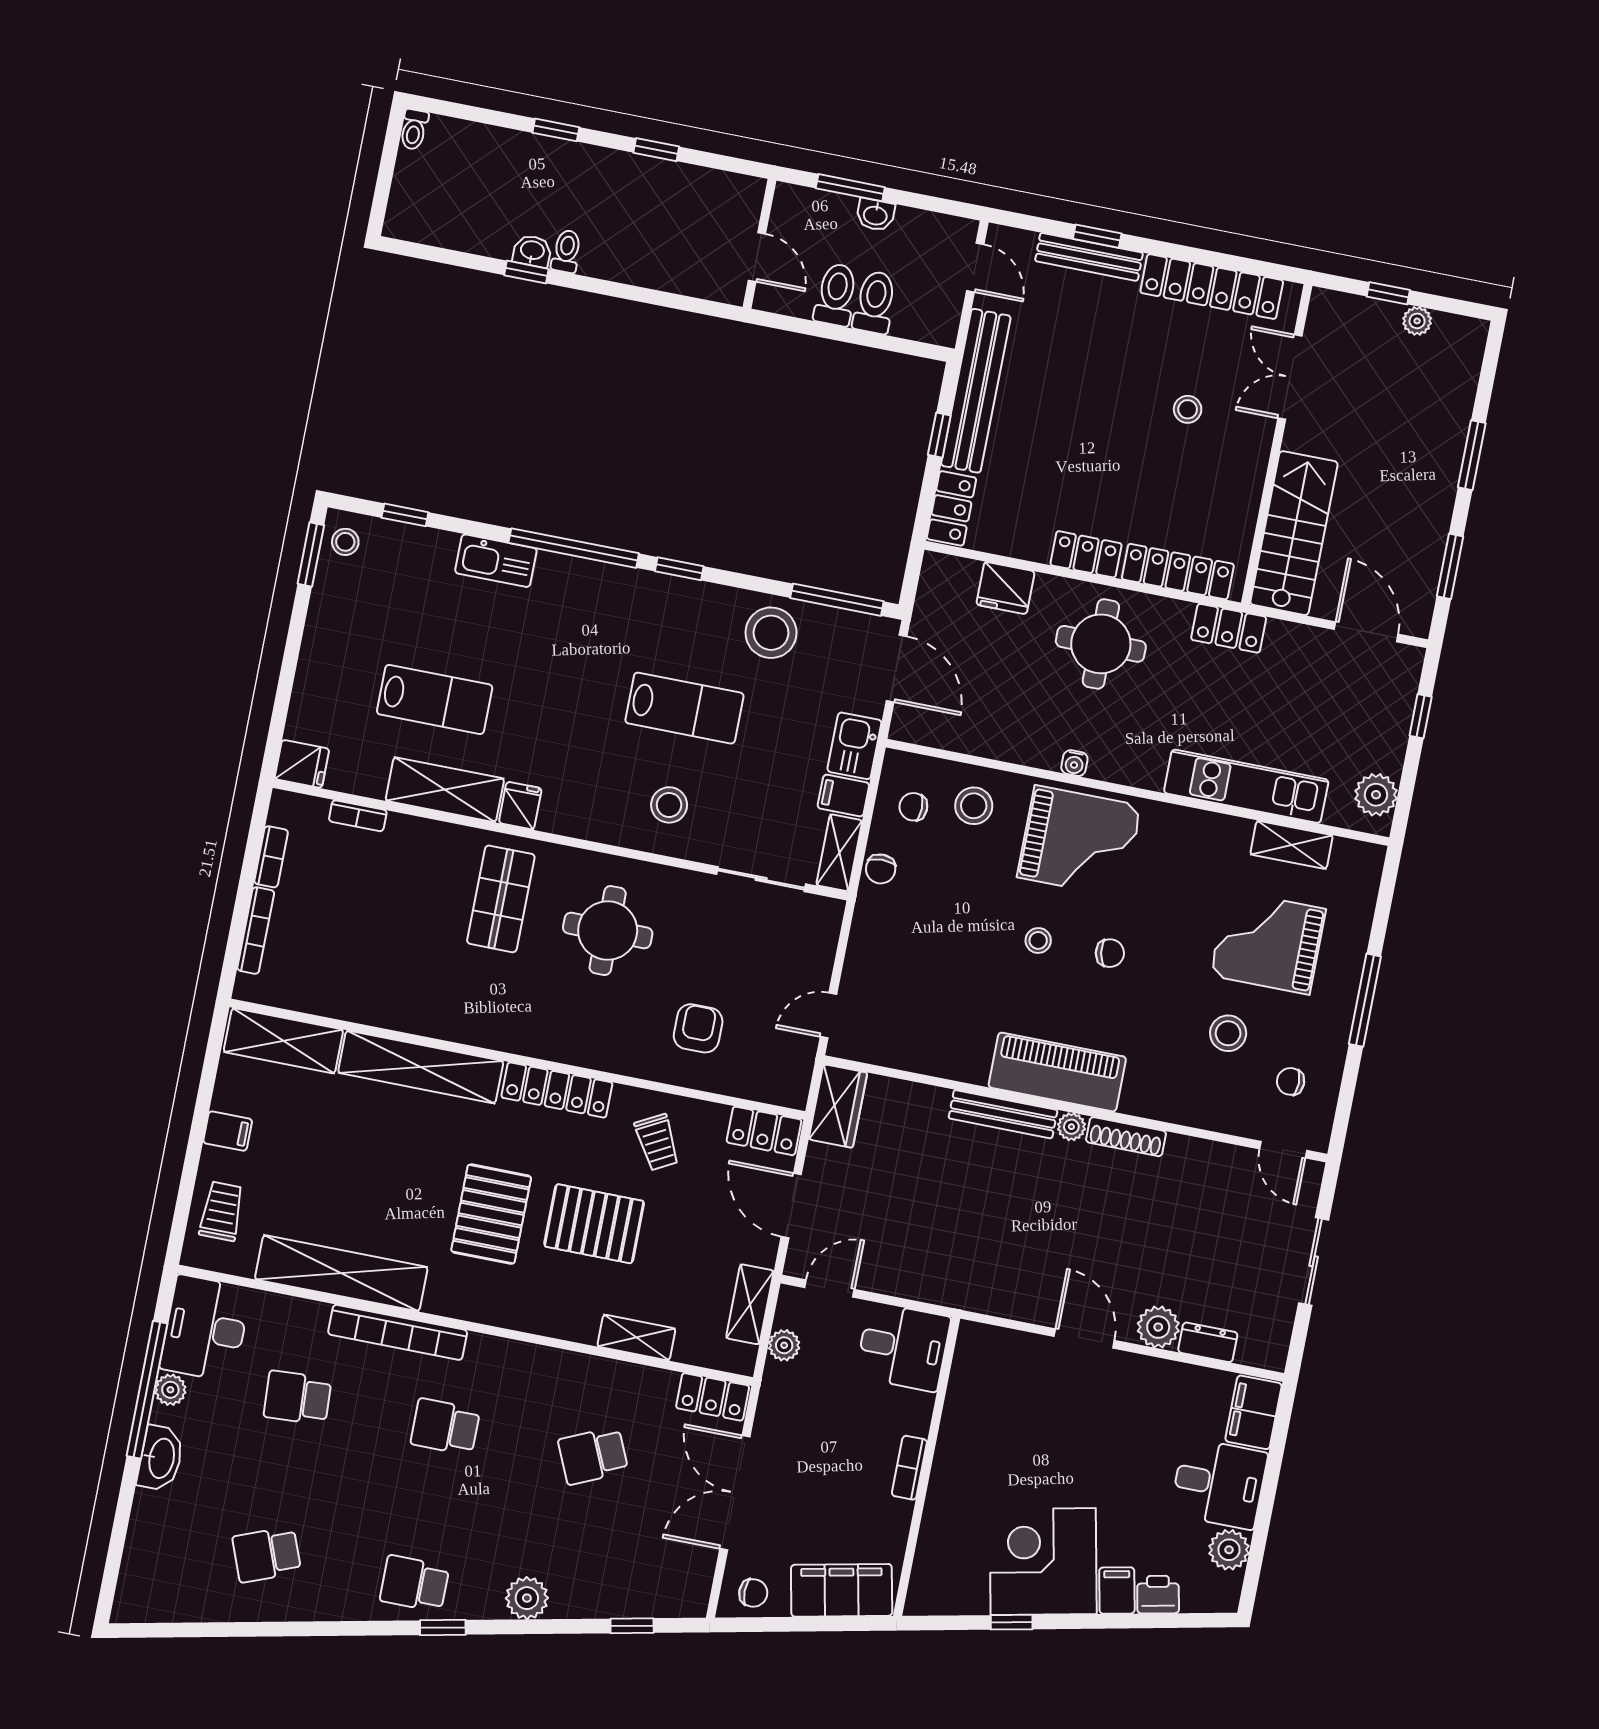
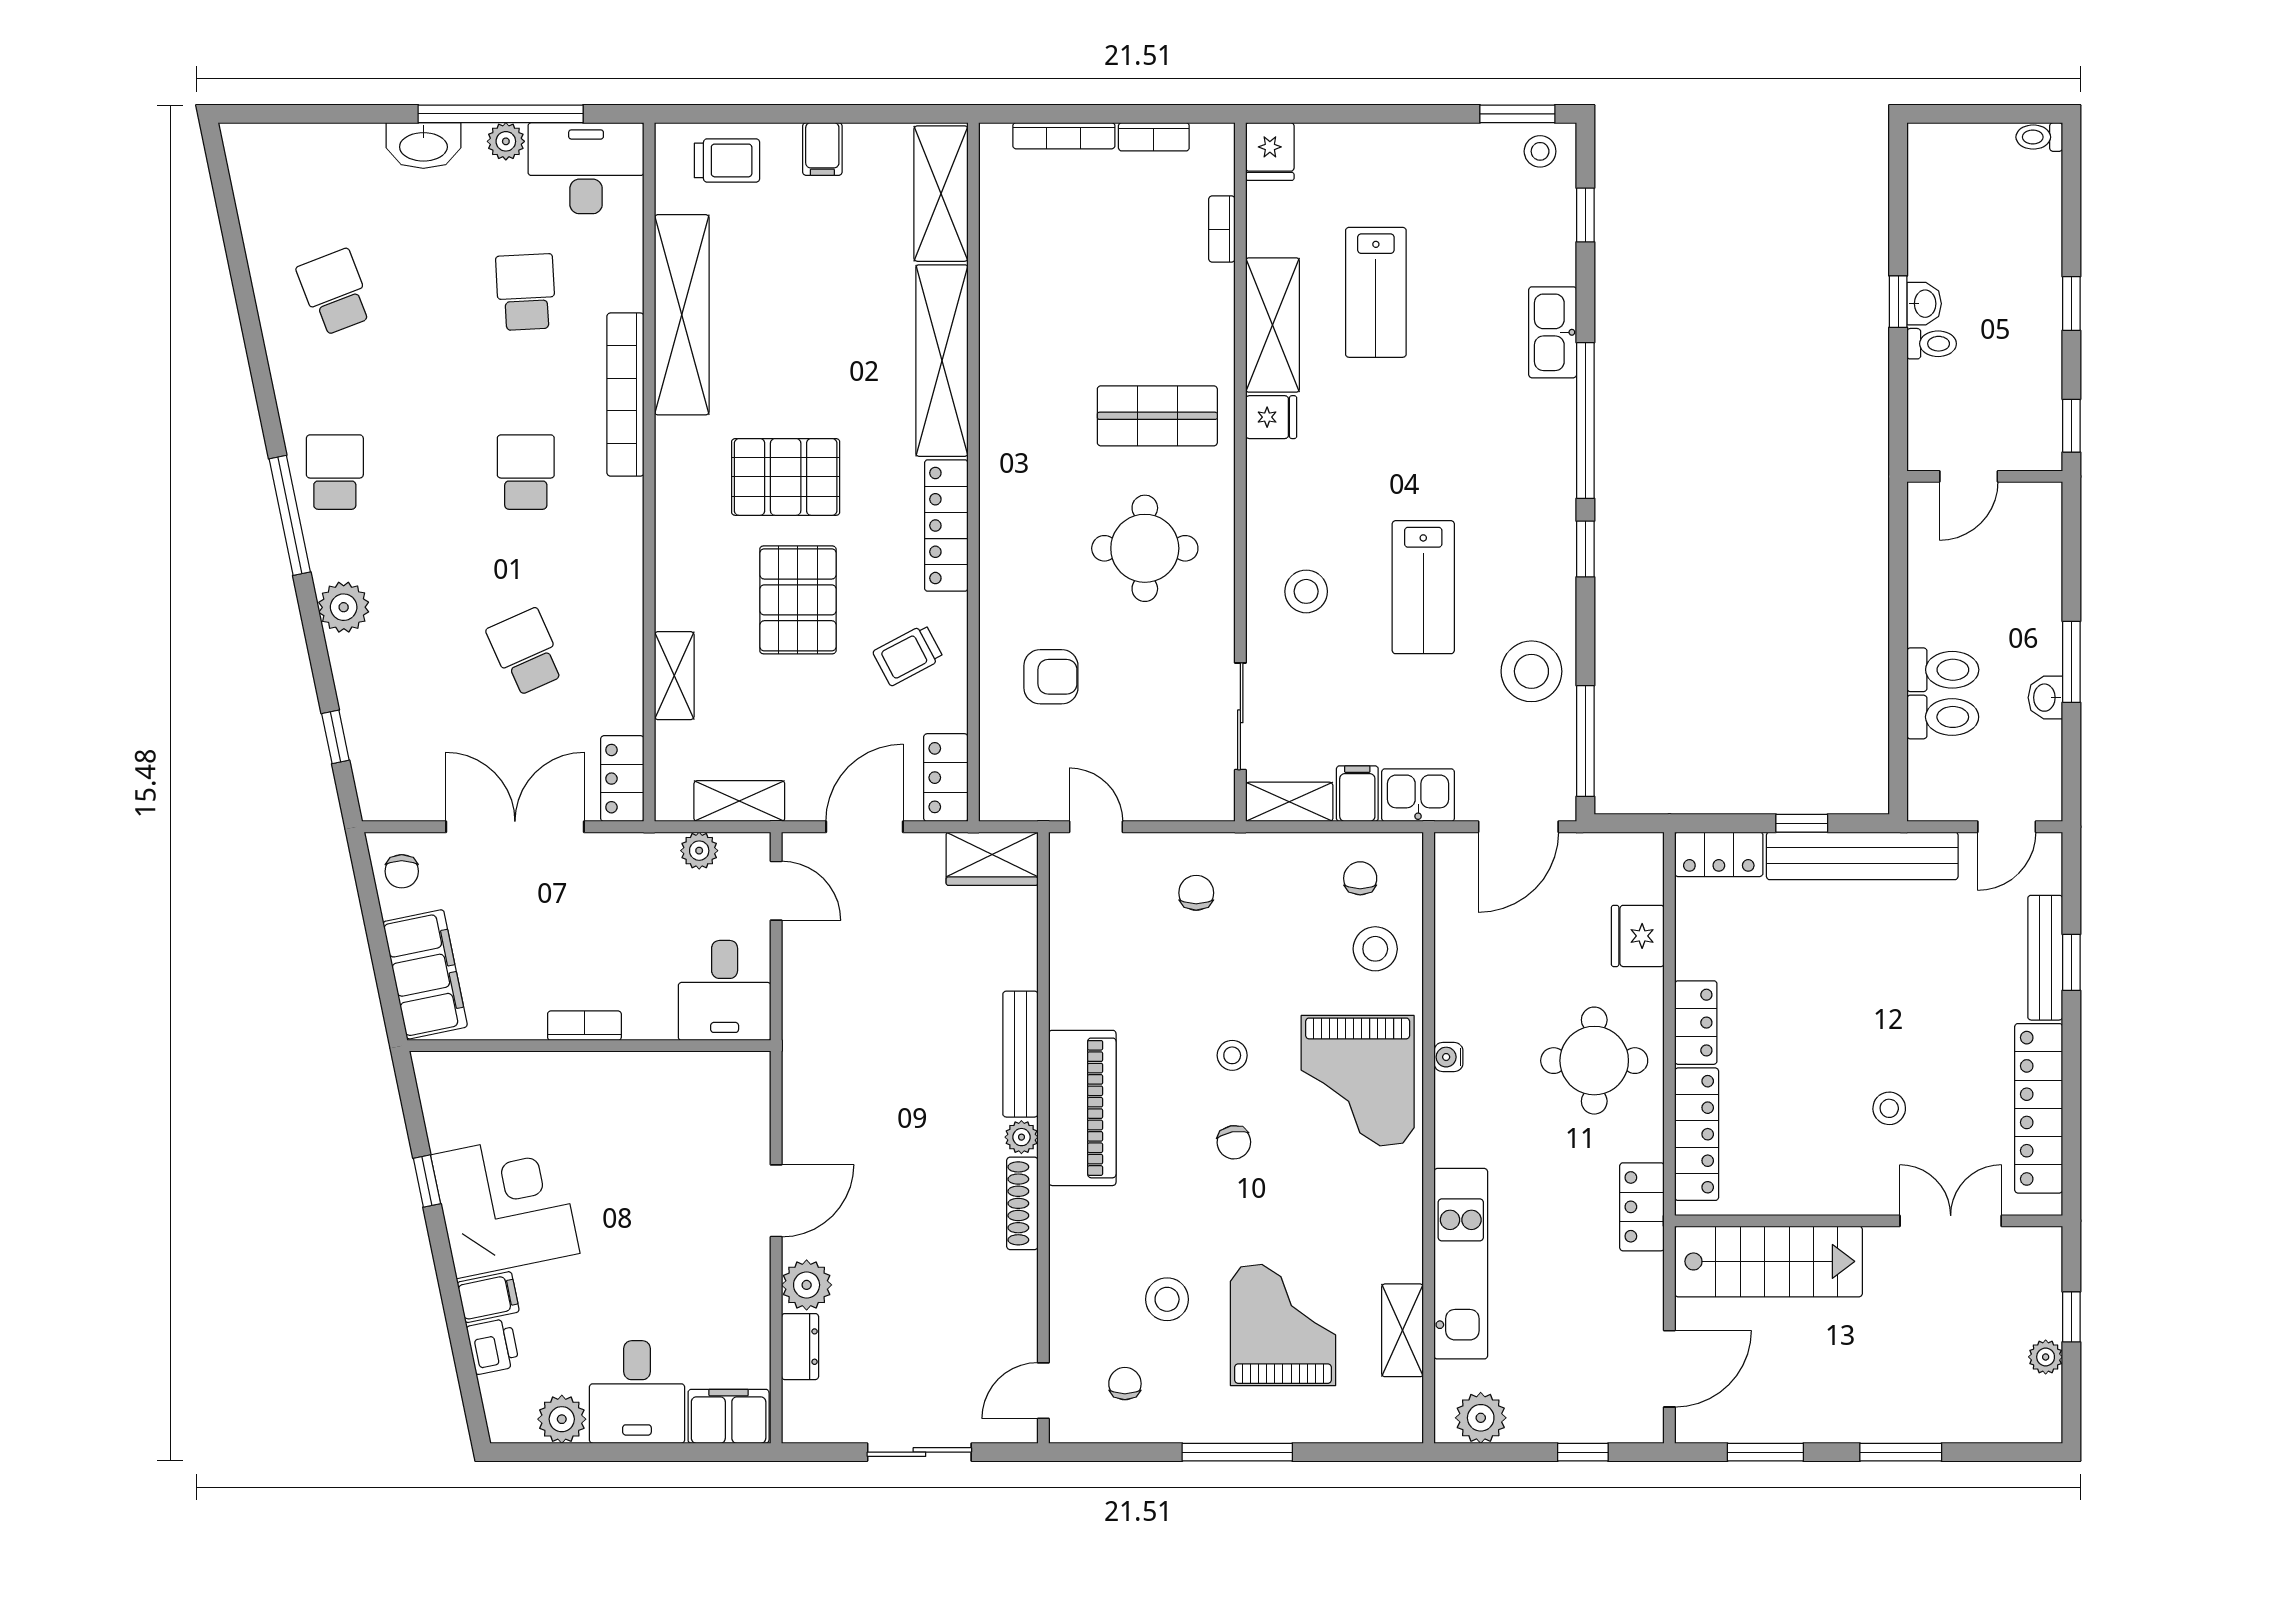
wall: (760, 244) -> (1985, 476), moved
door: (757, 257) -> (1969, 476), moved
chair: (881, 869) -> (1196, 893), moved, turned 90
window: (443, 1628) -> (290, 515), width x2.17

